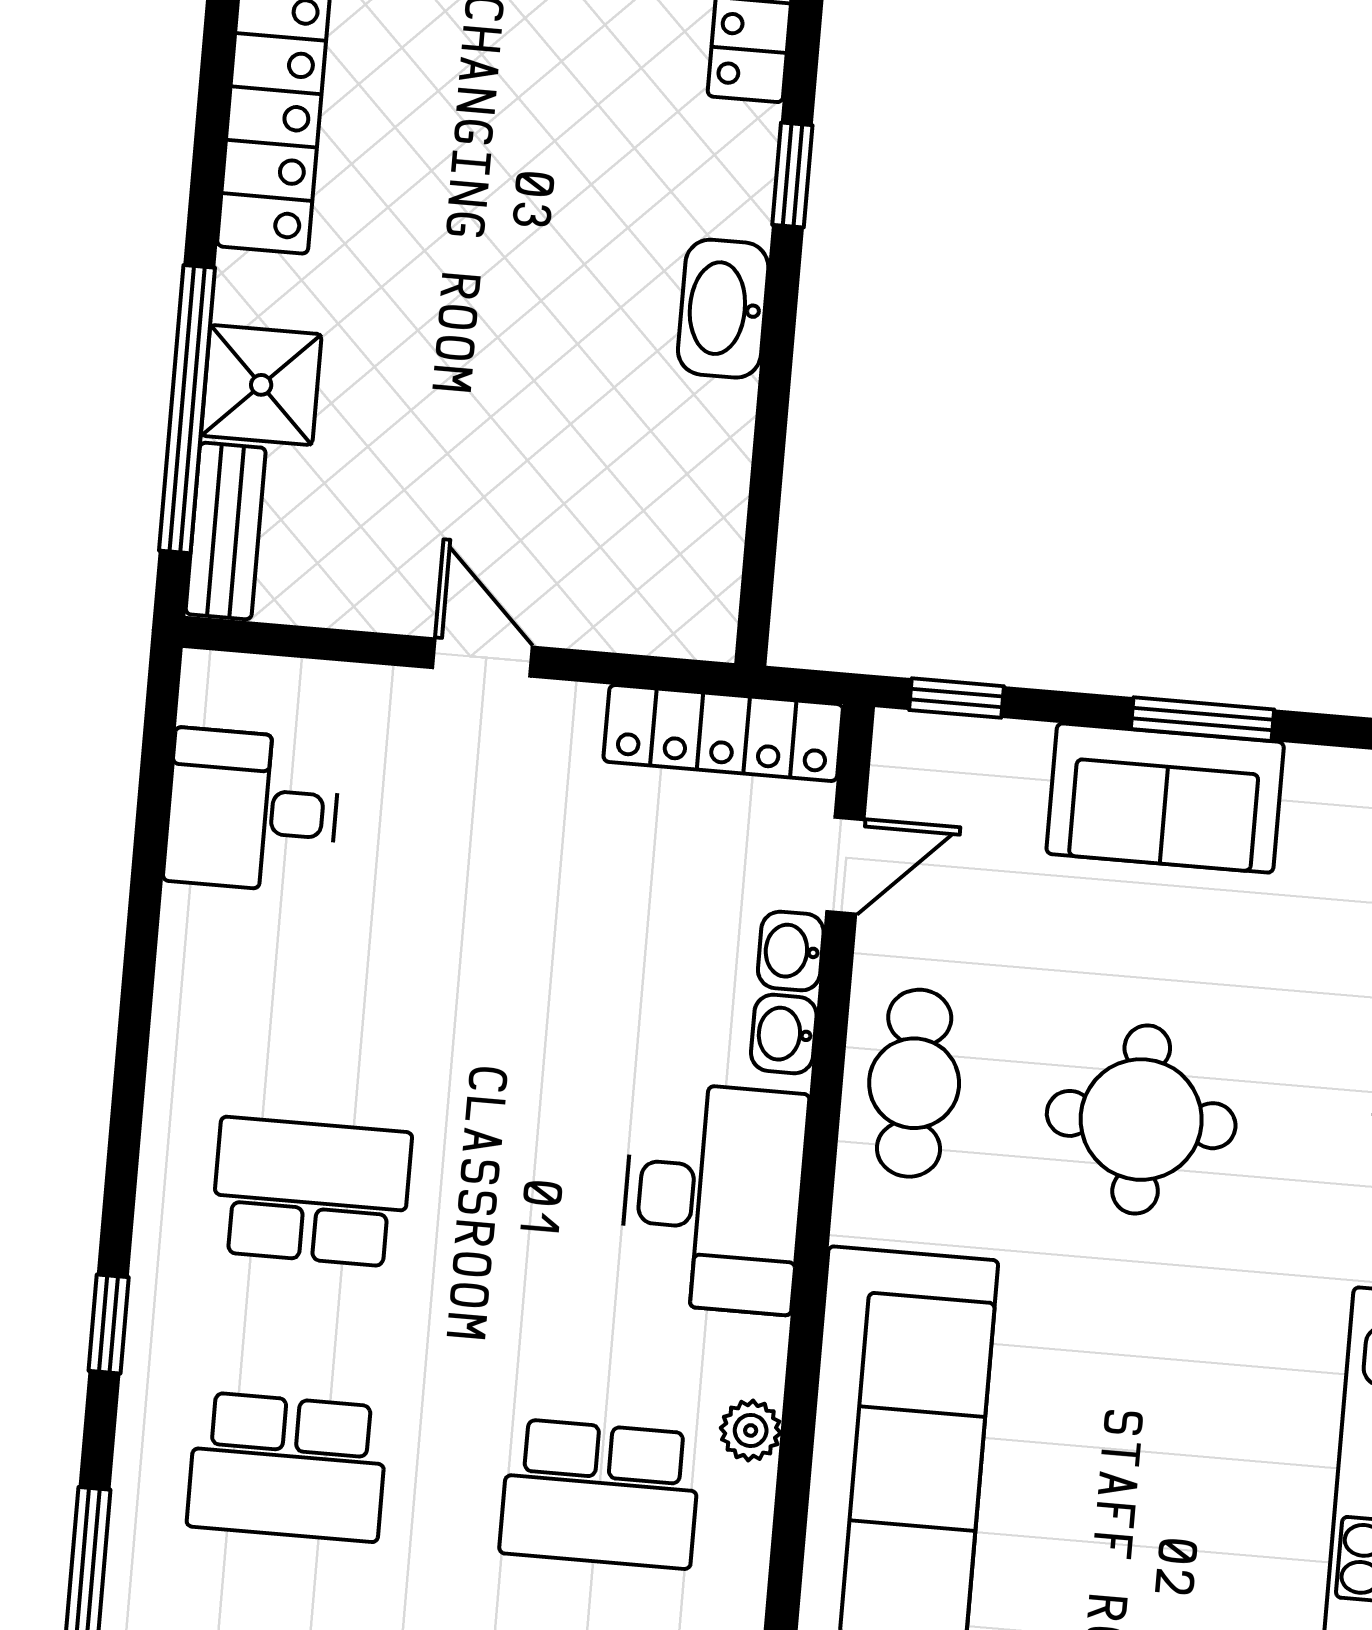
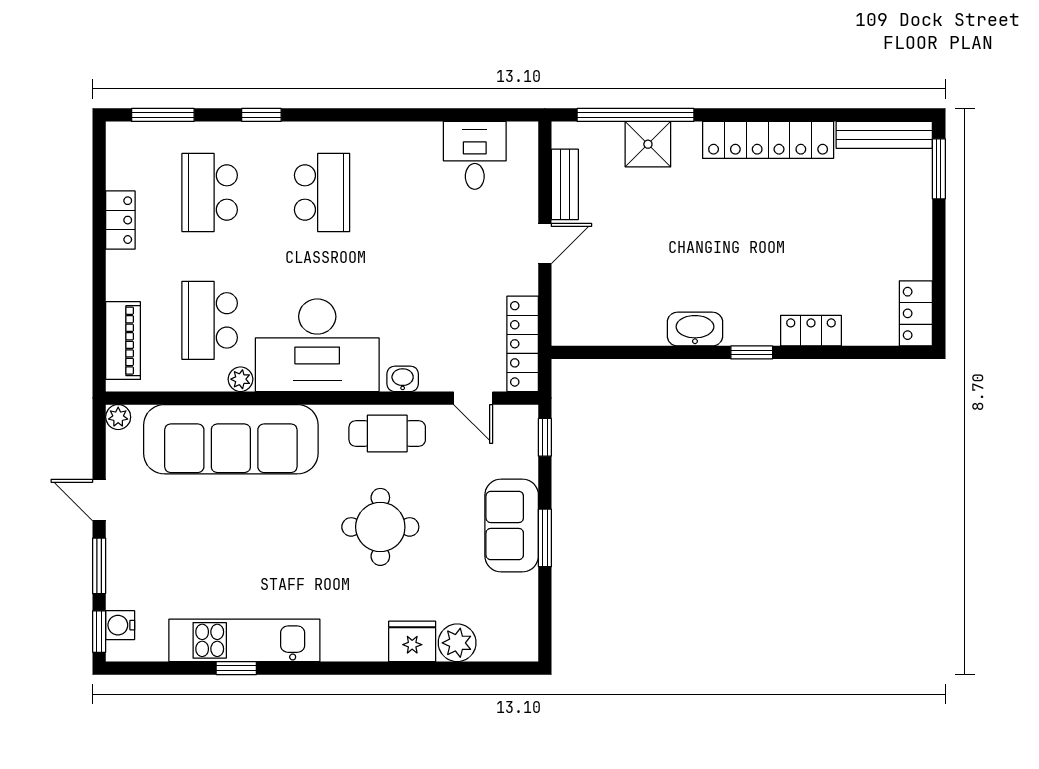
bench: (226, 531) -> (565, 184), moved, turned 90
washbasin: (791, 951) -> (437, 379), removed
desk: (713, 1198) -> (317, 345), width x1.36, depth x1.30

